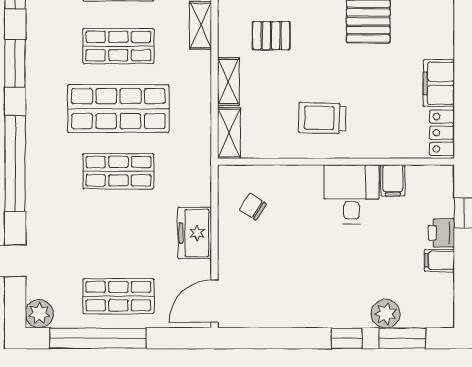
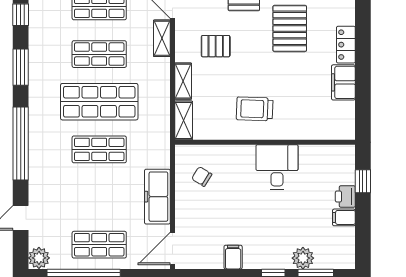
locker: (442, 133) -> (346, 45), moved
filing cabinet: (393, 180) -> (233, 257), moved, turned 180
freezer: (195, 233) -> (157, 197), width x1.40

